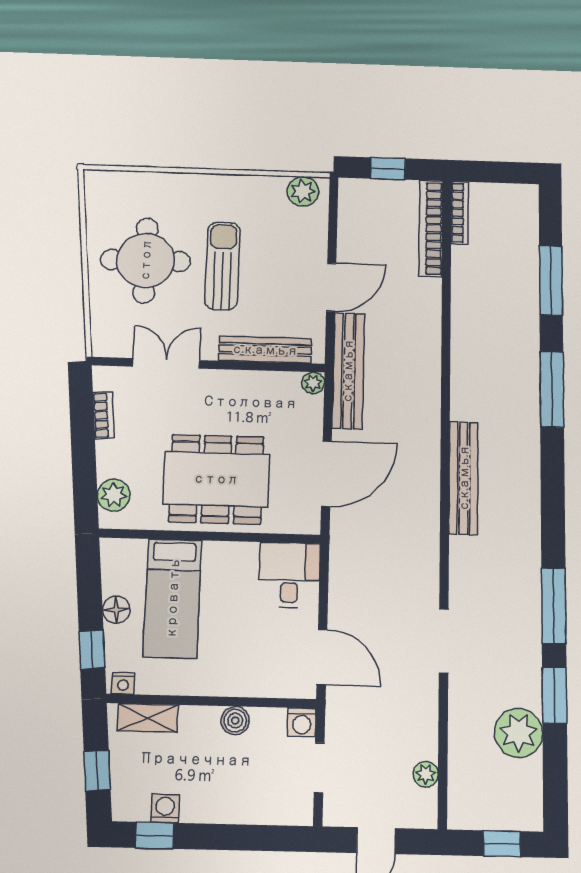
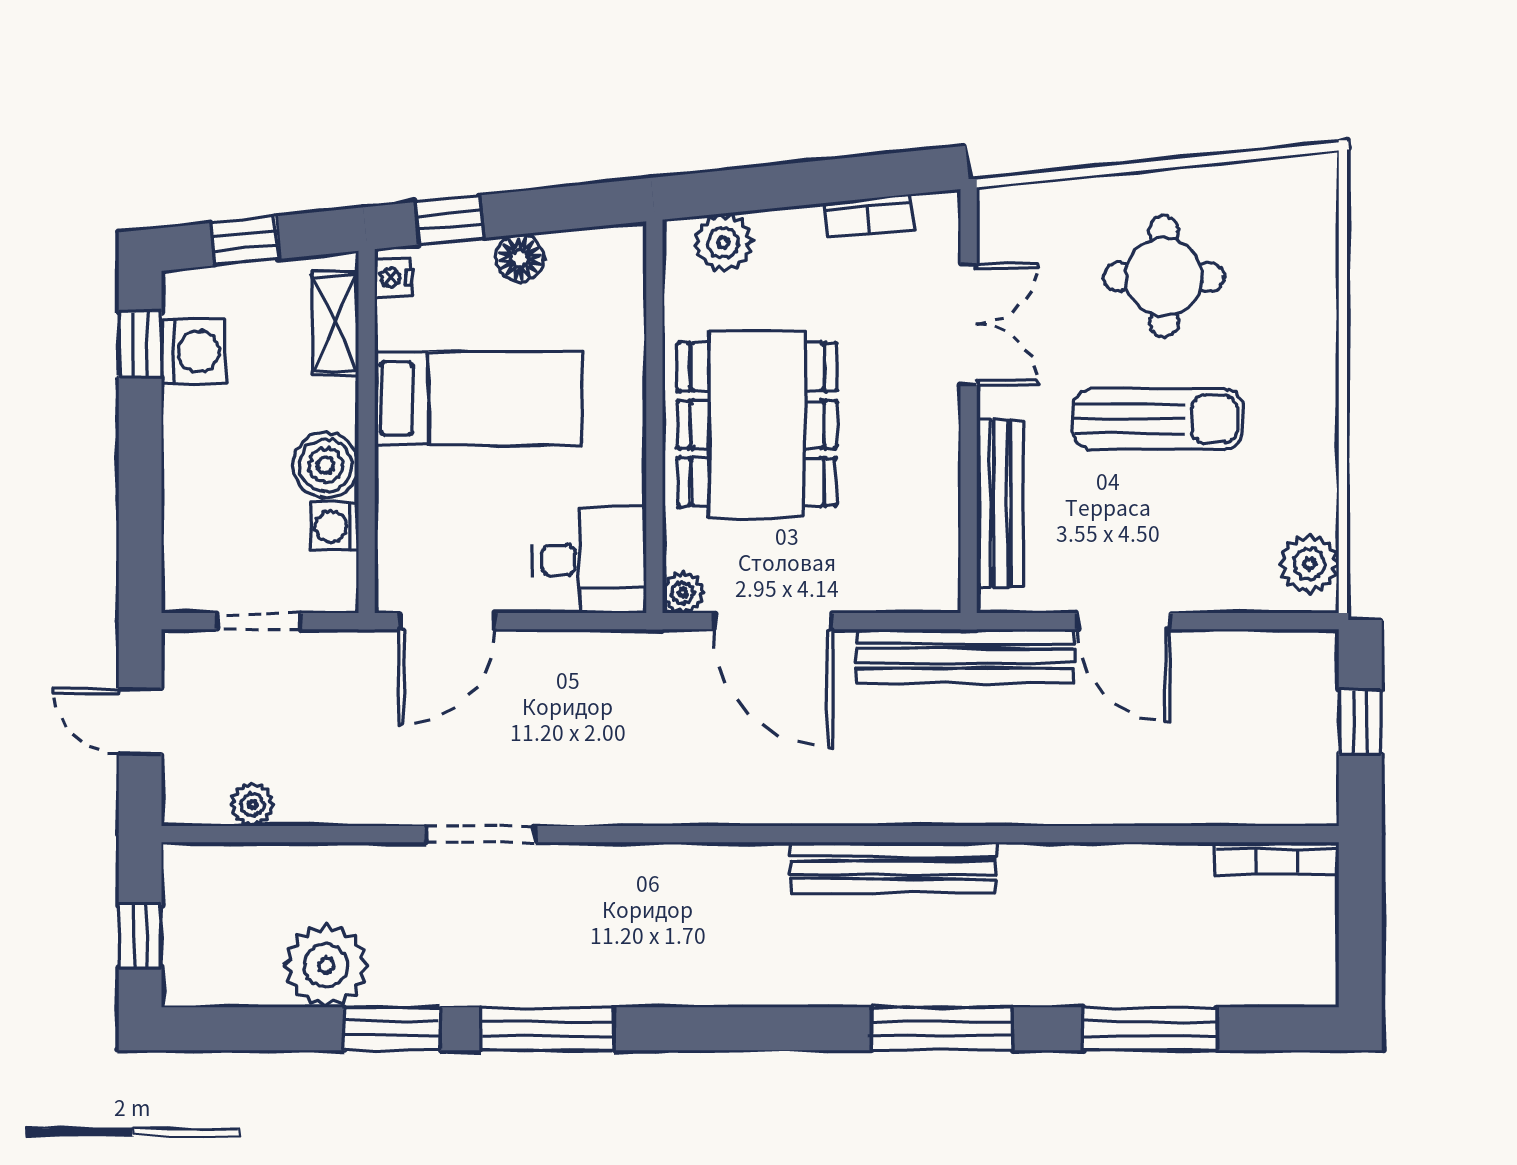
bookcase: (431, 228) -> (1244, 805), removed
round table: (146, 260) -> (1164, 277), width x0.73, depth x0.73
plant: (313, 383) -> (683, 593), moved
bench: (464, 478) -> (893, 868), moved
bed: (173, 598) -> (478, 398), moved, turned 180
boiler: (235, 721) -> (326, 465), width x1.36, depth x1.36
washing machine: (302, 722) -> (334, 526), moved
washing machine: (165, 808) -> (194, 351), width x1.38, depth x1.38

